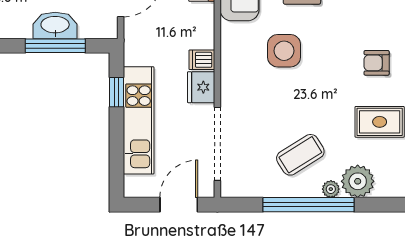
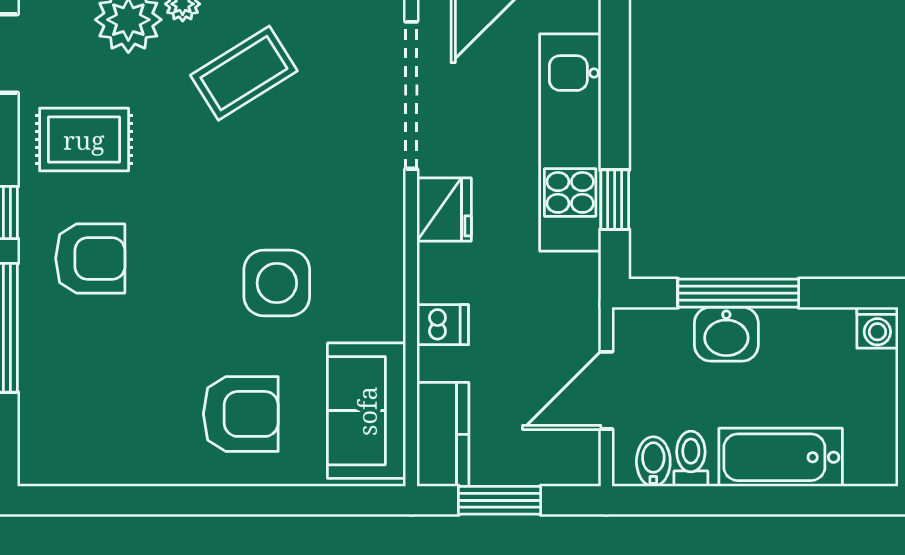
washbasin: (55, 25) -> (726, 334), width x0.72
dishwasher: (202, 60) -> (443, 325), moved
armchair: (377, 63) -> (90, 259), width x1.38, depth x1.38

